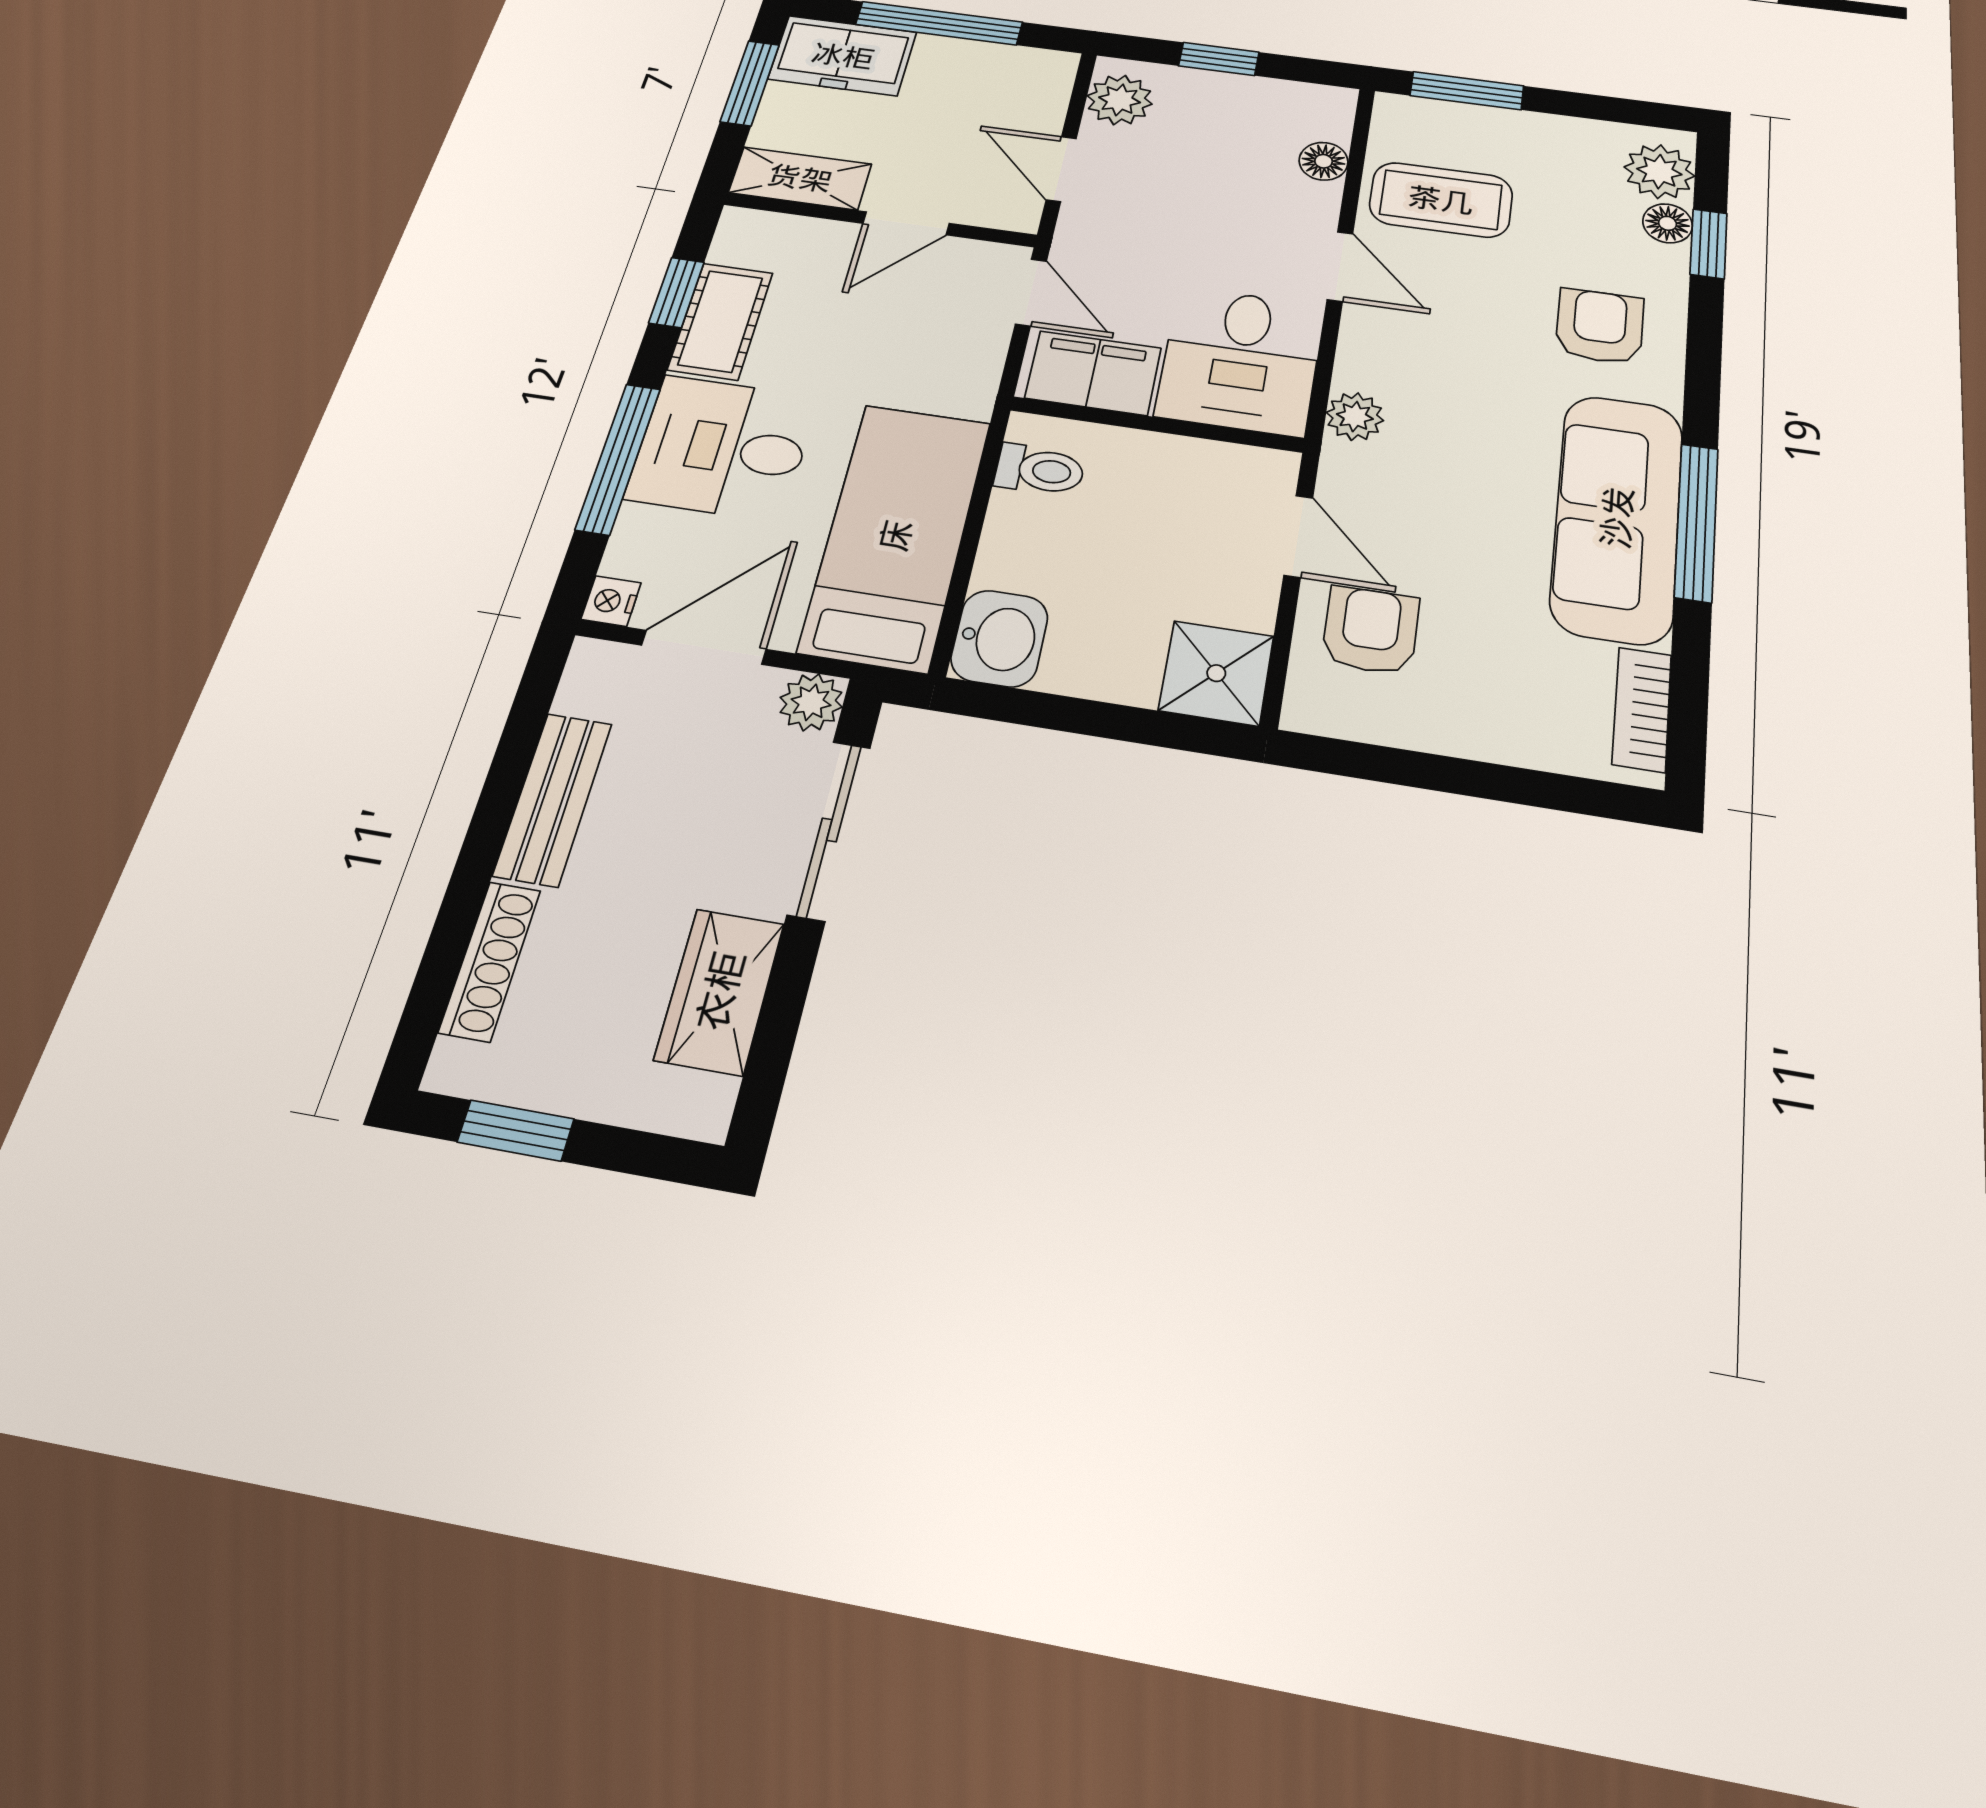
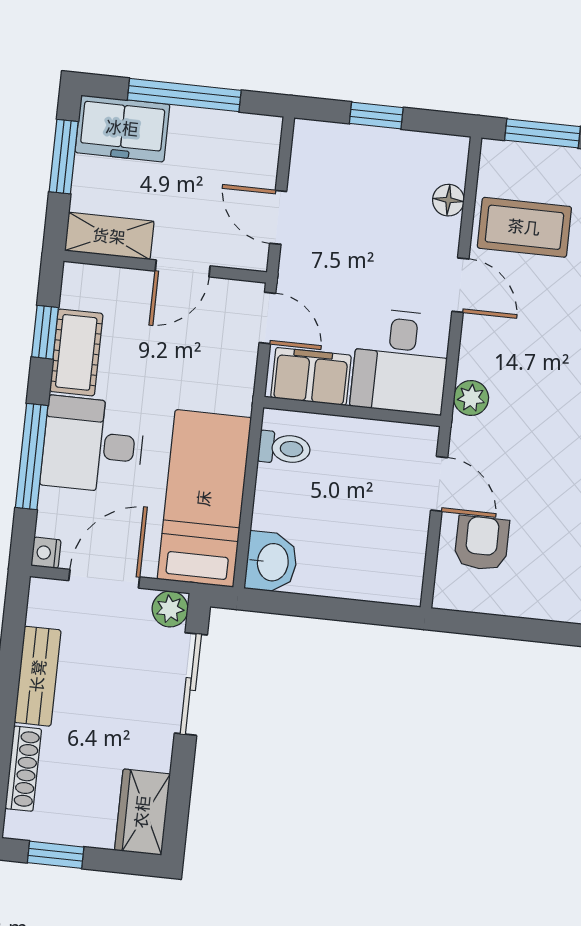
plant: (1120, 100) -> (312, 156), removed
shower: (1216, 673) -> (395, 576), removed
wardrobe: (720, 991) -> (142, 812), moved

